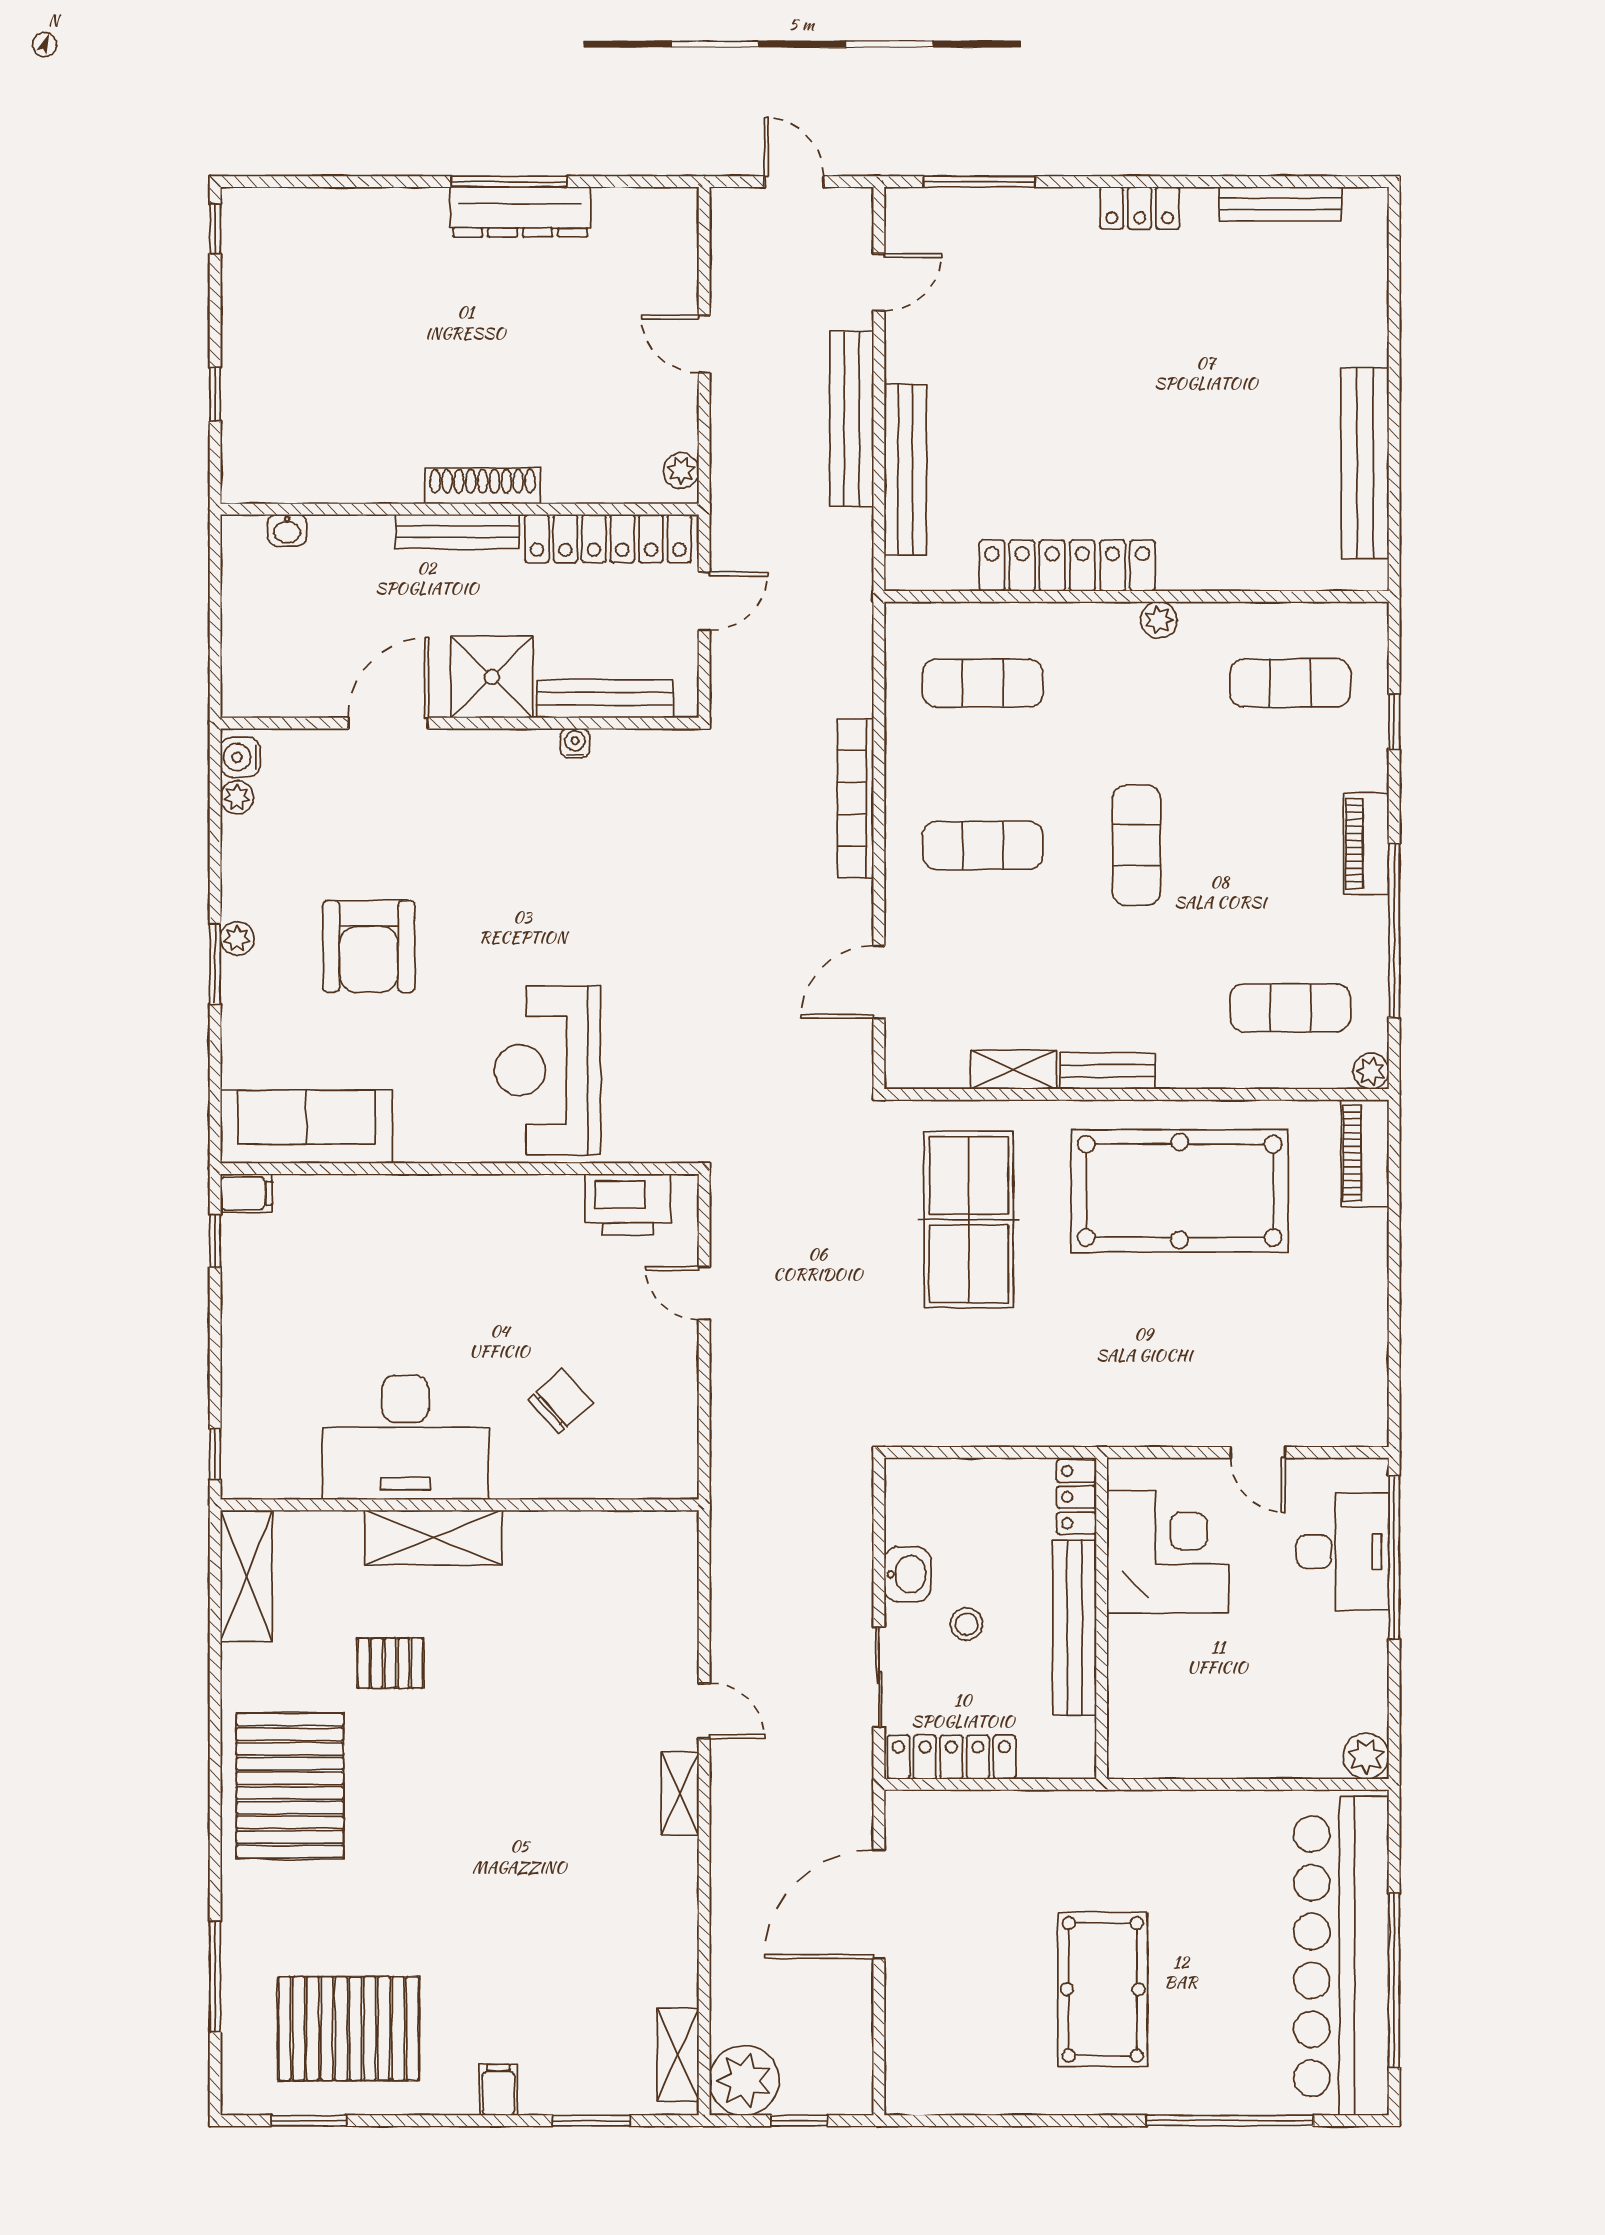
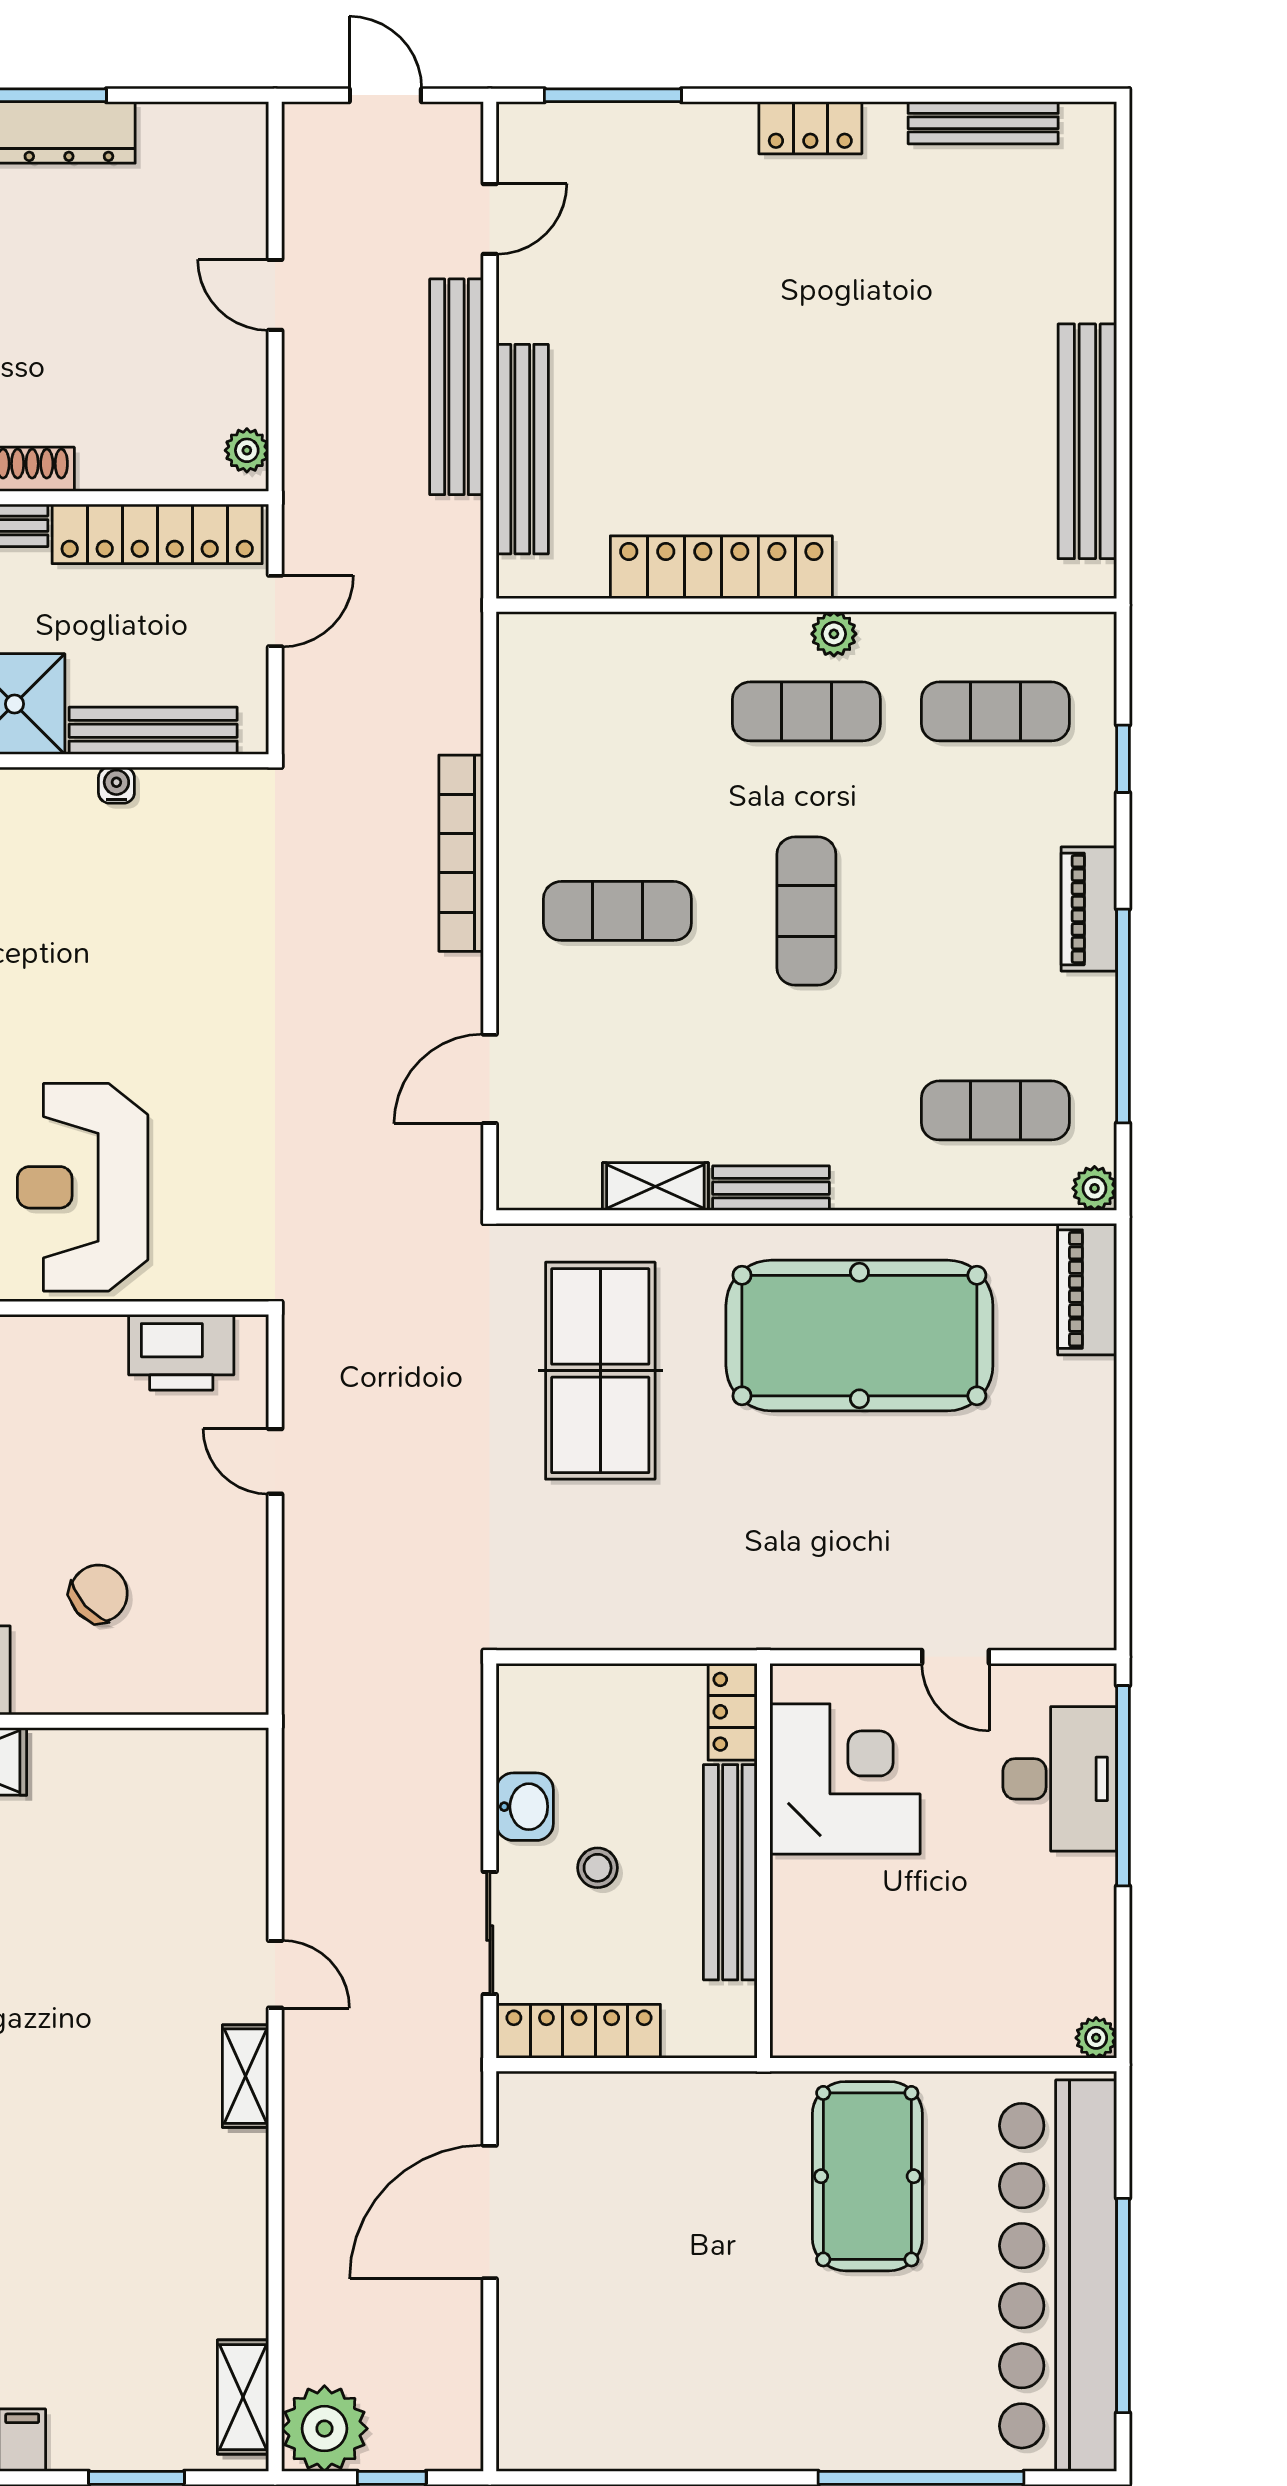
exercise mat: (983, 683) -> (806, 711), moved
plant: (1366, 1756) -> (1096, 2038), width x0.73, depth x0.73
pool table: (1103, 1989) -> (867, 2176), moved

